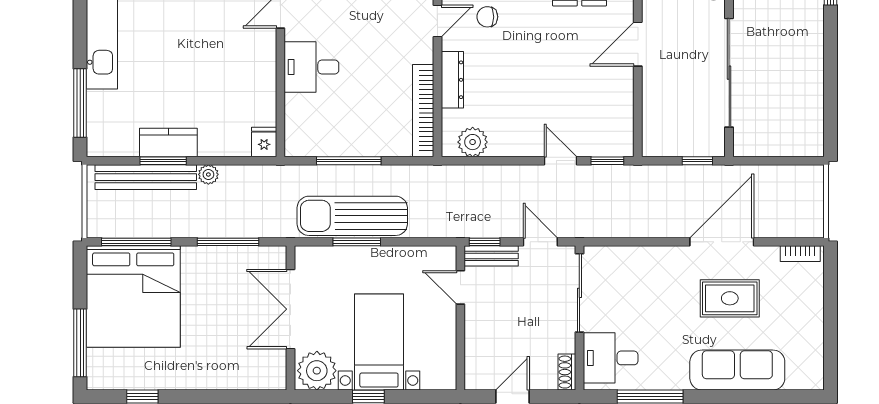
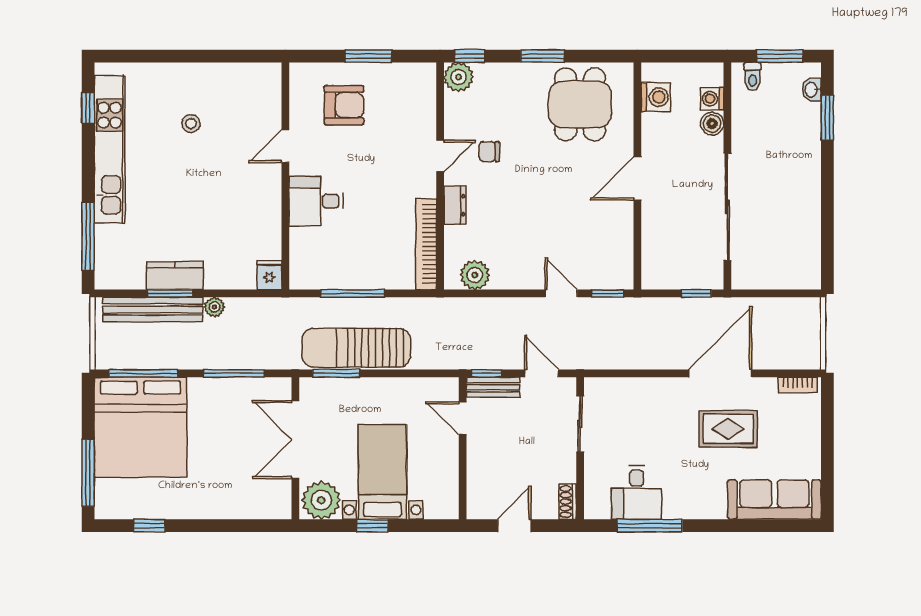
dresser: (452, 80) -> (455, 205), width x0.70
window: (357, 242) -> (336, 373), moved
sliding door: (579, 293) -> (580, 424), width x0.73
desk: (611, 358) -> (636, 493), moved, turned -90
sofa: (737, 370) -> (774, 500), moved

